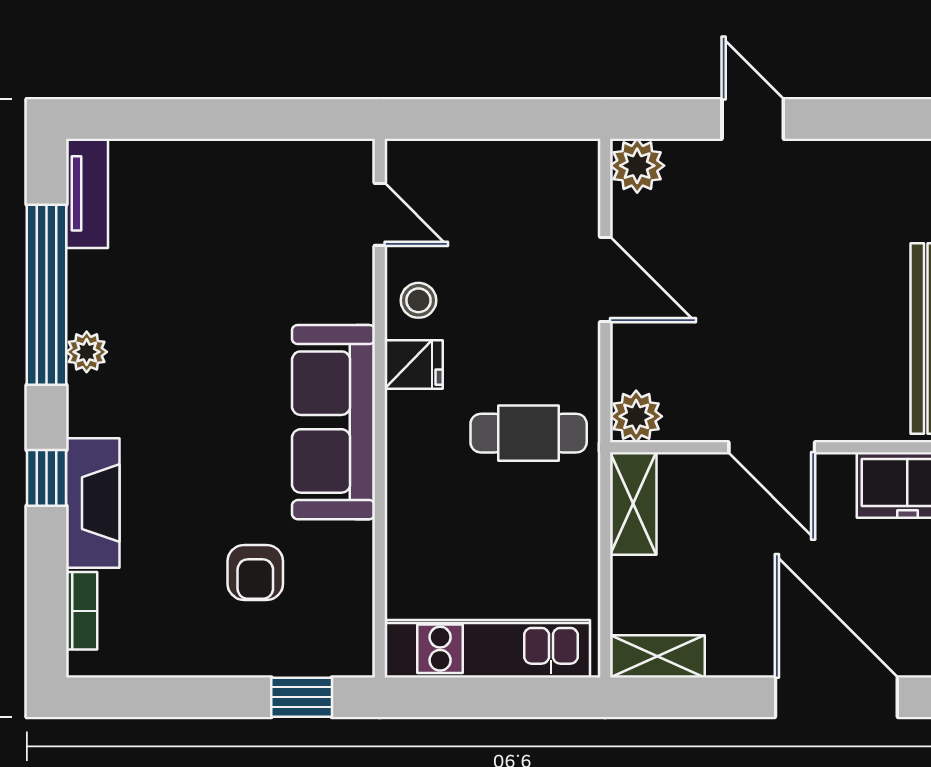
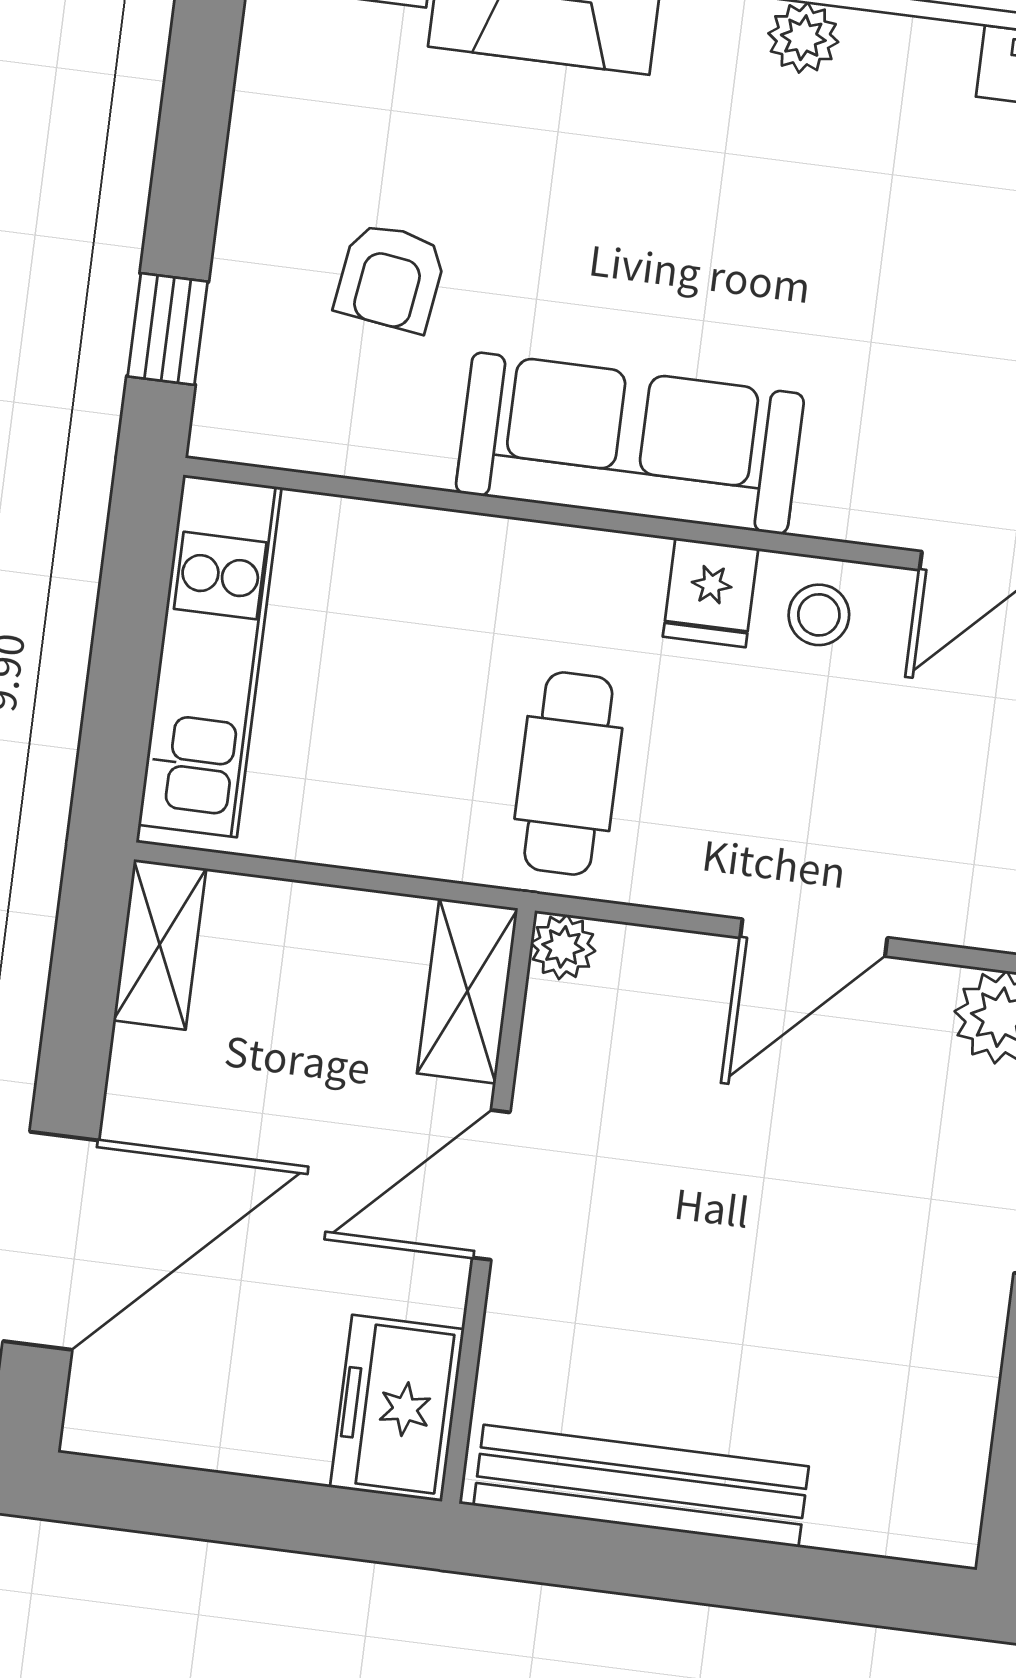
plant: (636, 416) -> (563, 947), width x0.73, depth x0.73
shelving: (633, 504) -> (467, 991), moved, turned 90
armchair: (255, 572) -> (391, 277), turned -82

